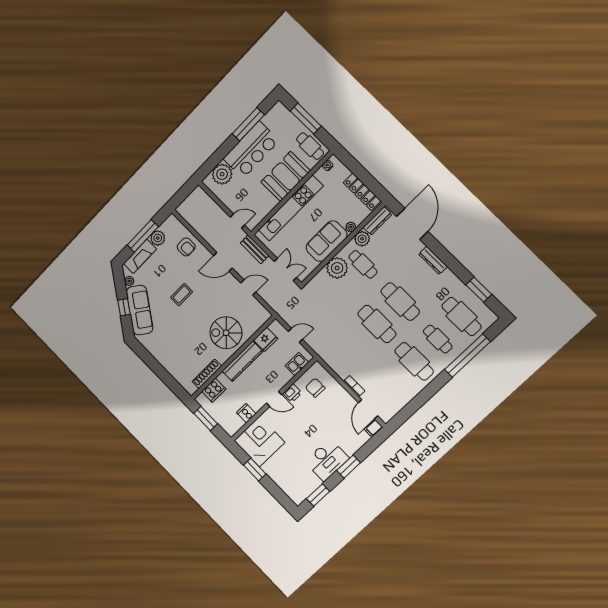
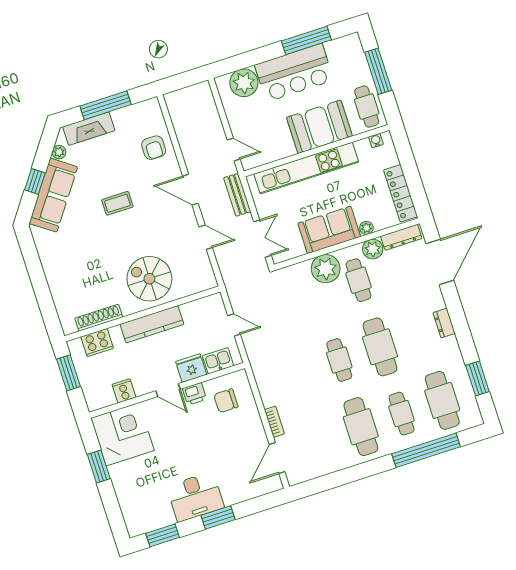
plant: (158, 238) -> (123, 118), removed
dresser: (433, 260) -> (444, 323), width x0.70
cafe table: (377, 324) -> (339, 360), width x0.73, depth x0.74
fridge: (266, 339) -> (191, 368), moved, turned 180
chair: (315, 388) -> (226, 401), turned -90
filing cabinet: (373, 428) -> (272, 484), removed

